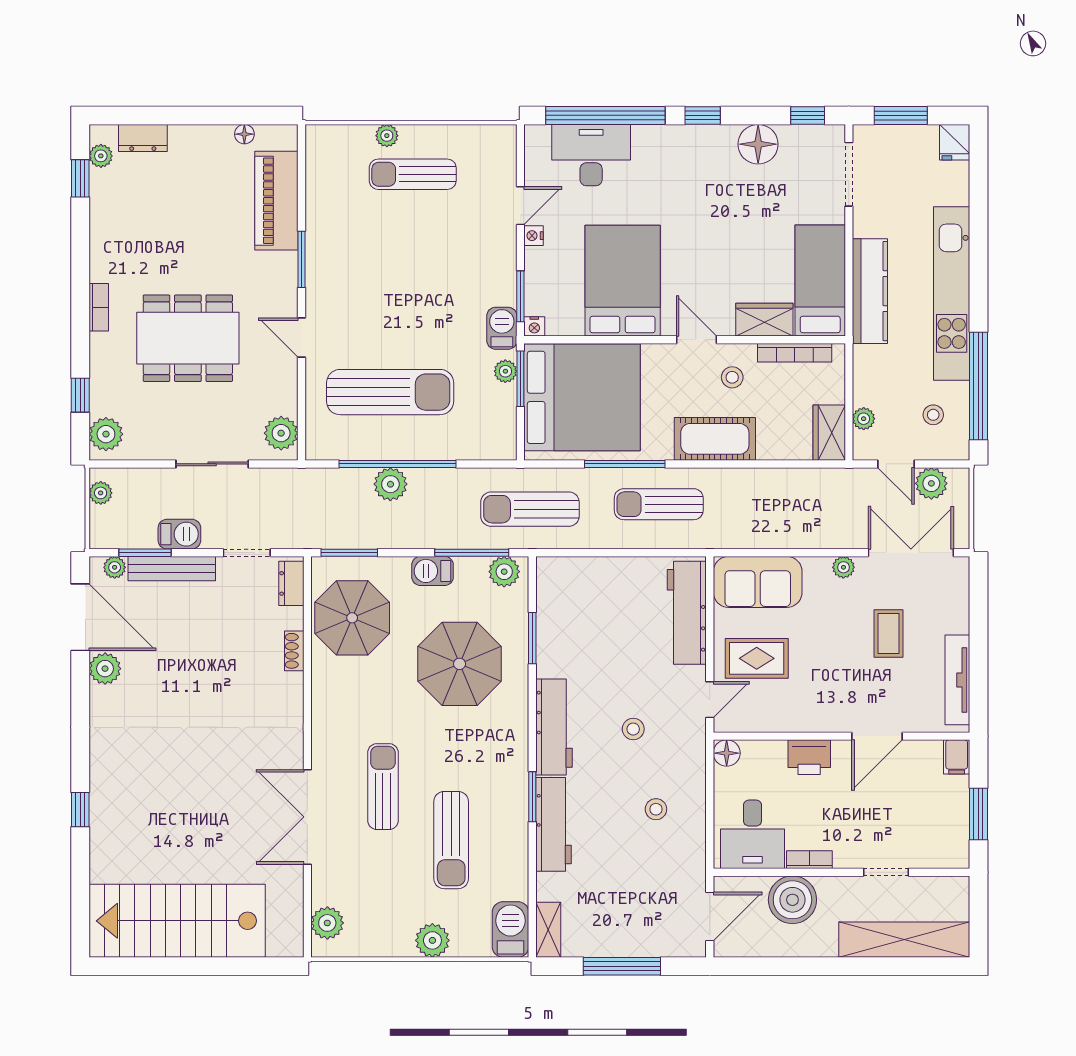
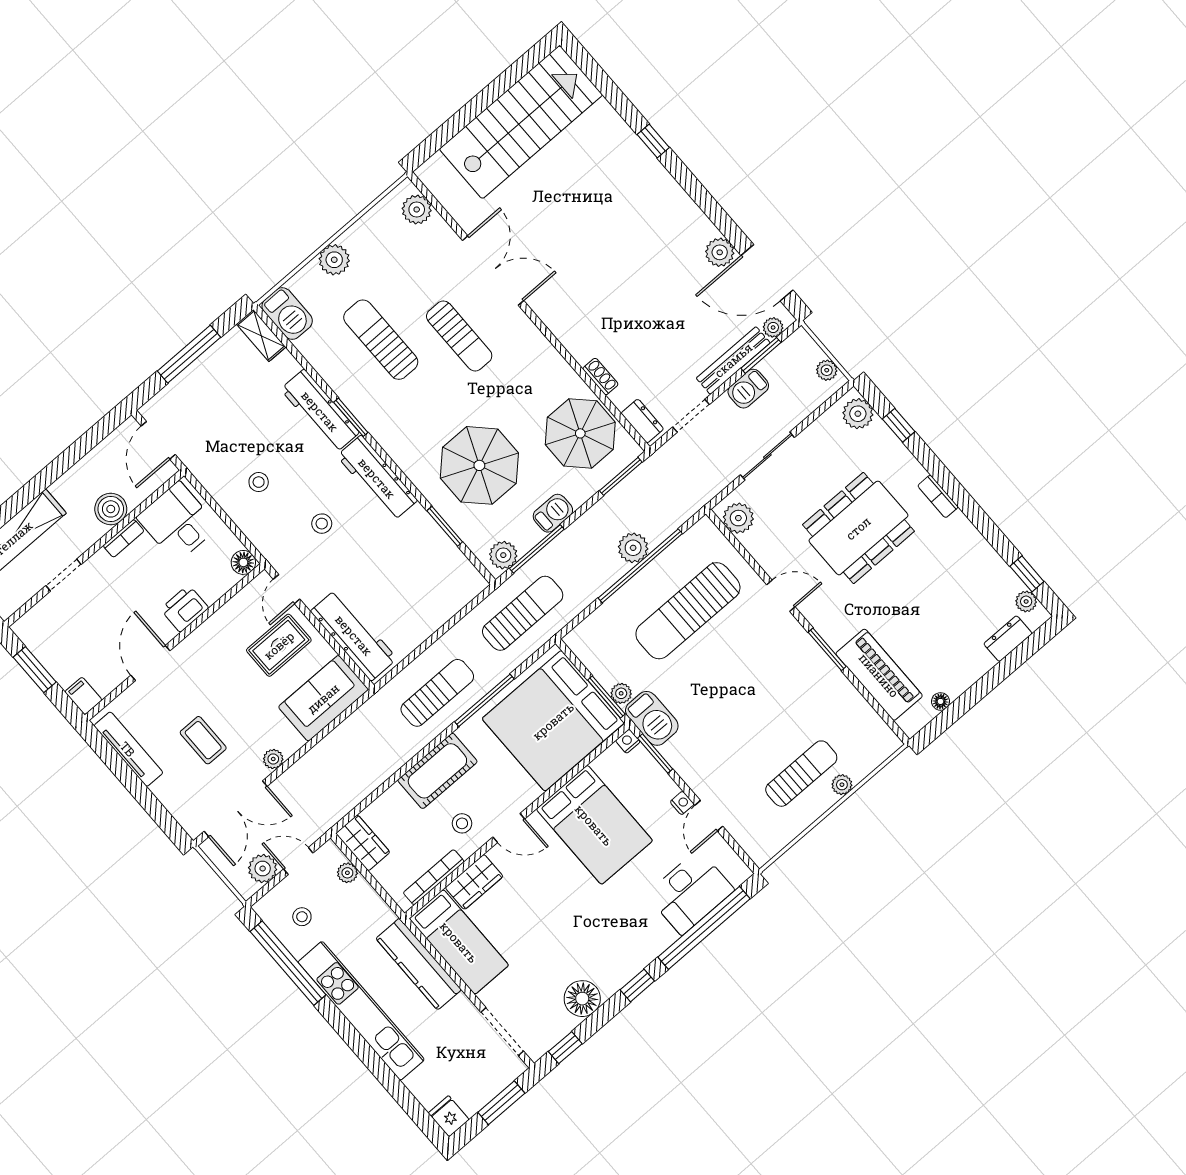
barbecue: (502, 328) -> (652, 718), width x1.38, depth x1.27
boiler: (792, 900) -> (111, 509), width x0.73, depth x0.73

